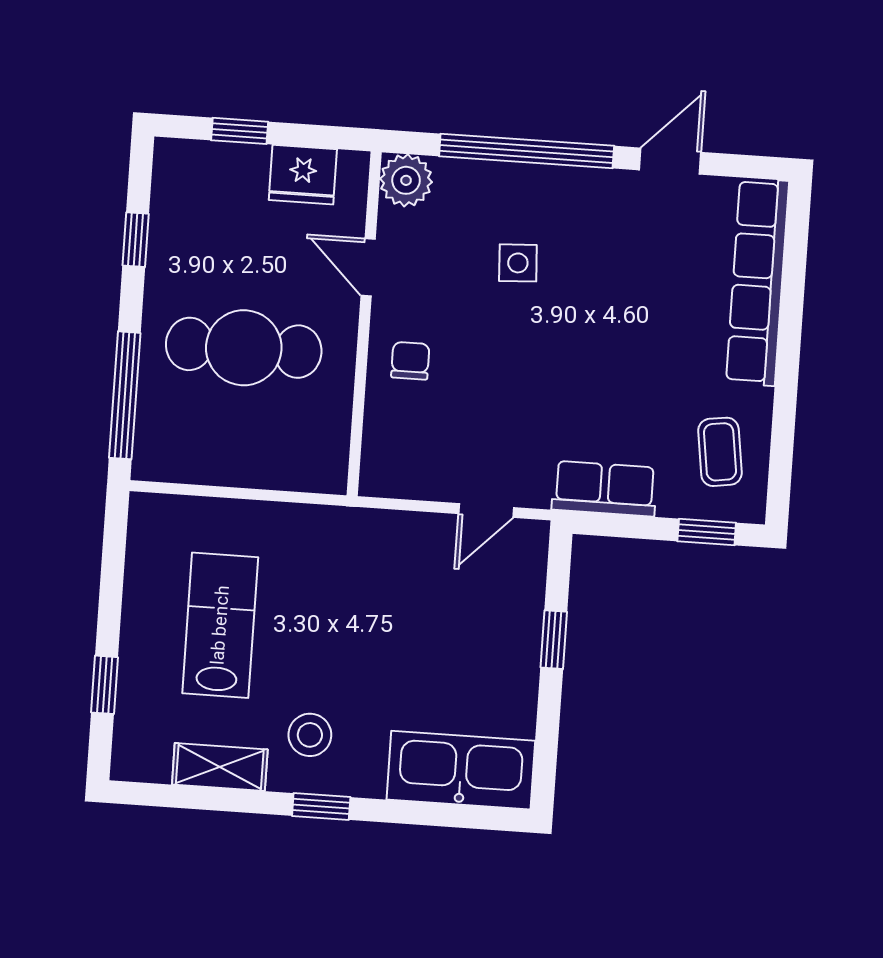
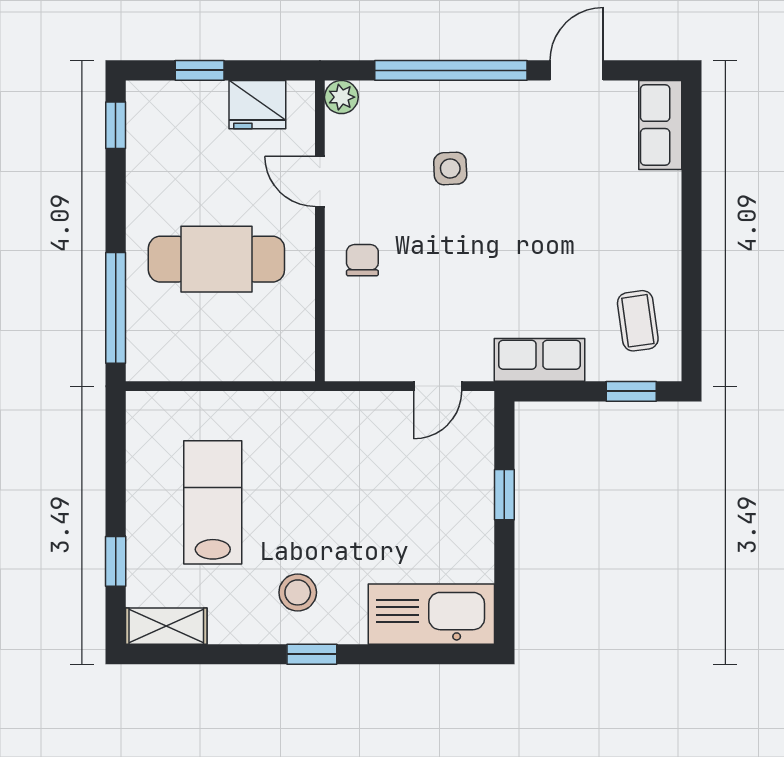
plant: (406, 180) -> (341, 97), width x0.73, depth x0.73
window: (136, 240) -> (116, 125), moved
row of seats: (758, 282) -> (660, 125), width x0.50
shelving: (220, 767) -> (166, 626), moved

